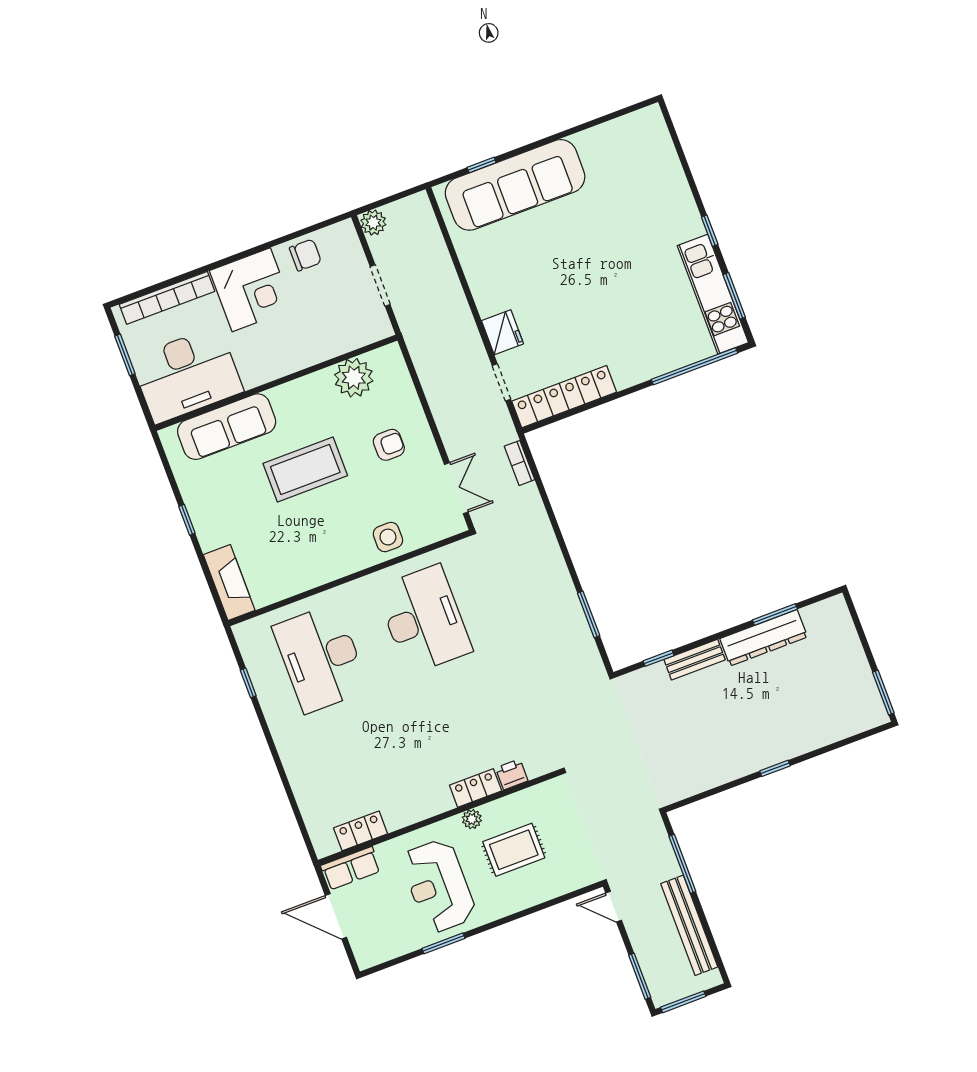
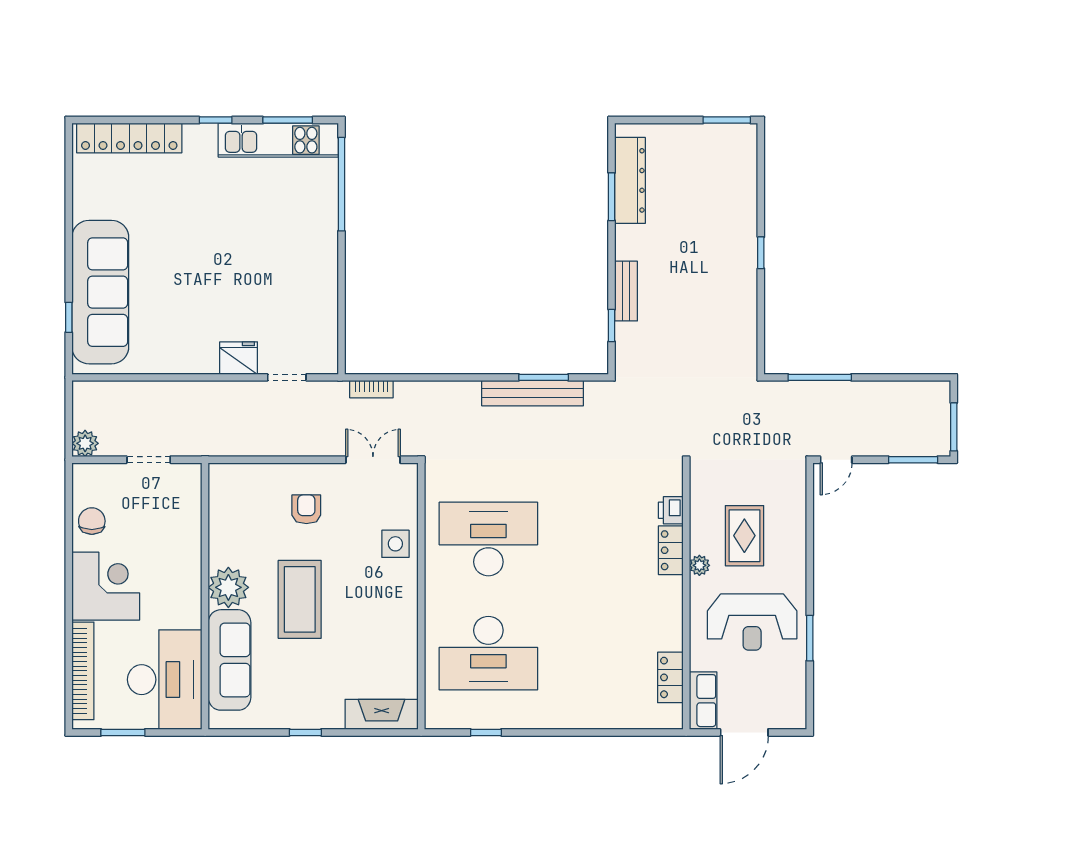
plant: (354, 378) -> (228, 587), moved
locker: (564, 397) -> (129, 138), moved, turned -90
dresser: (764, 638) -> (630, 180), moved
bench: (689, 925) -> (533, 393), moved

